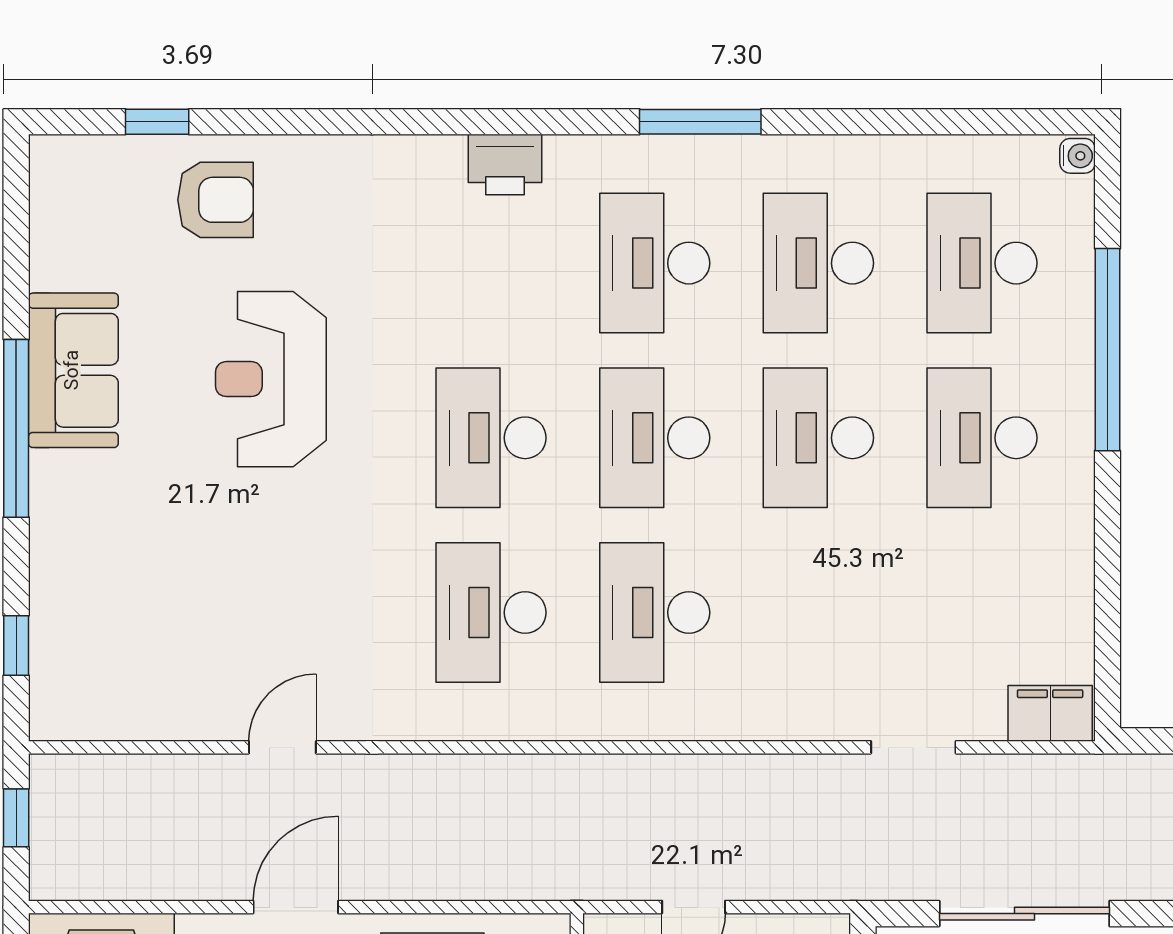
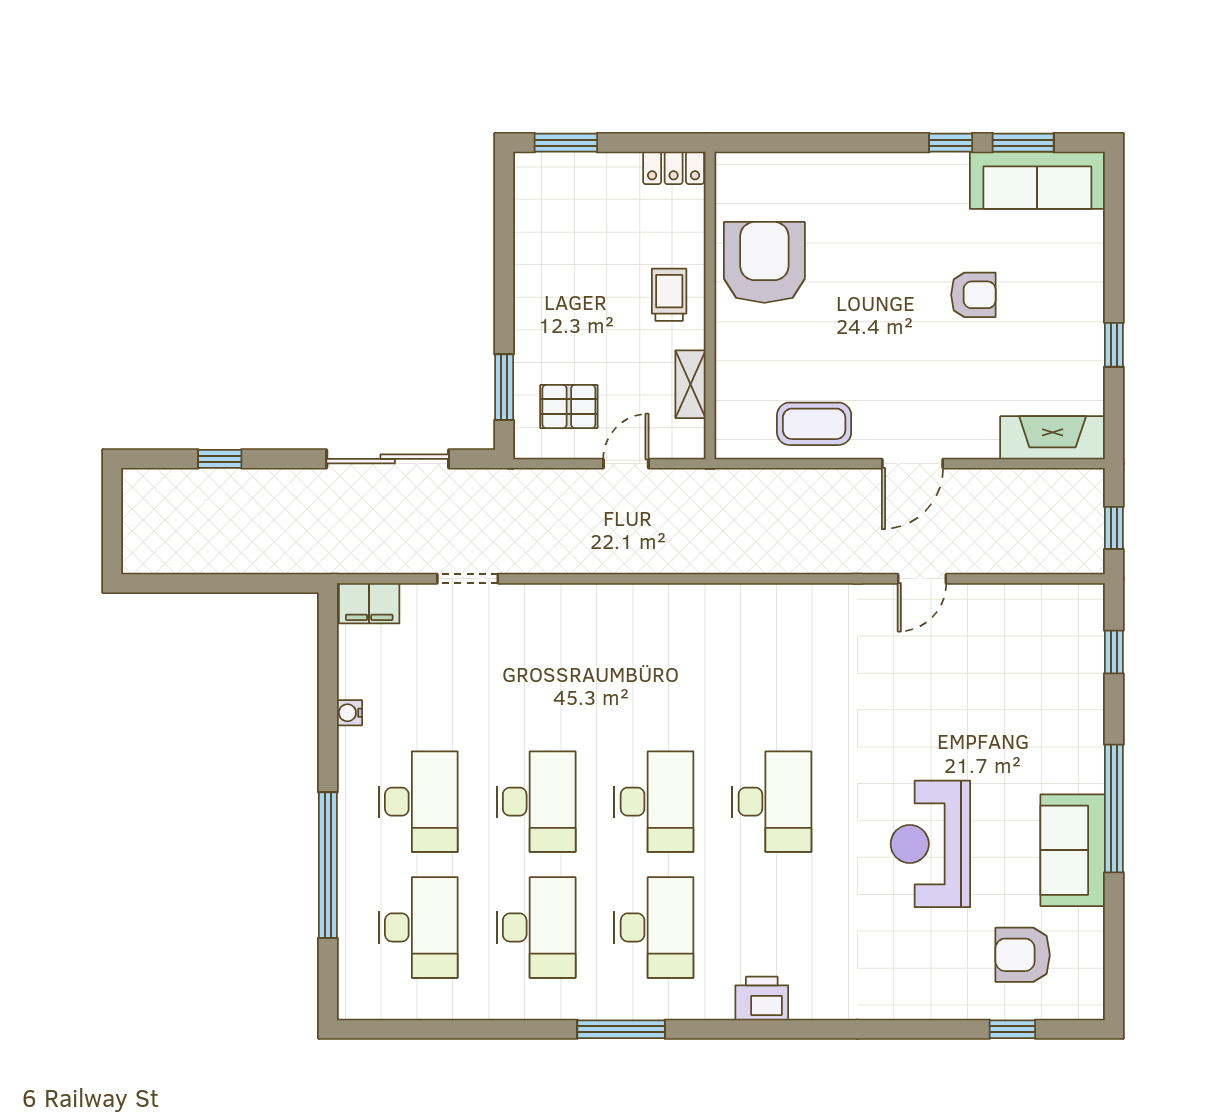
water cooler: (1077, 156) -> (349, 713), moved
armchair: (215, 200) -> (1023, 955), moved
reception desk: (271, 379) -> (930, 844), turned 180
desk: (491, 613) -> (772, 676), removed
desk: (655, 613) -> (654, 676), removed

